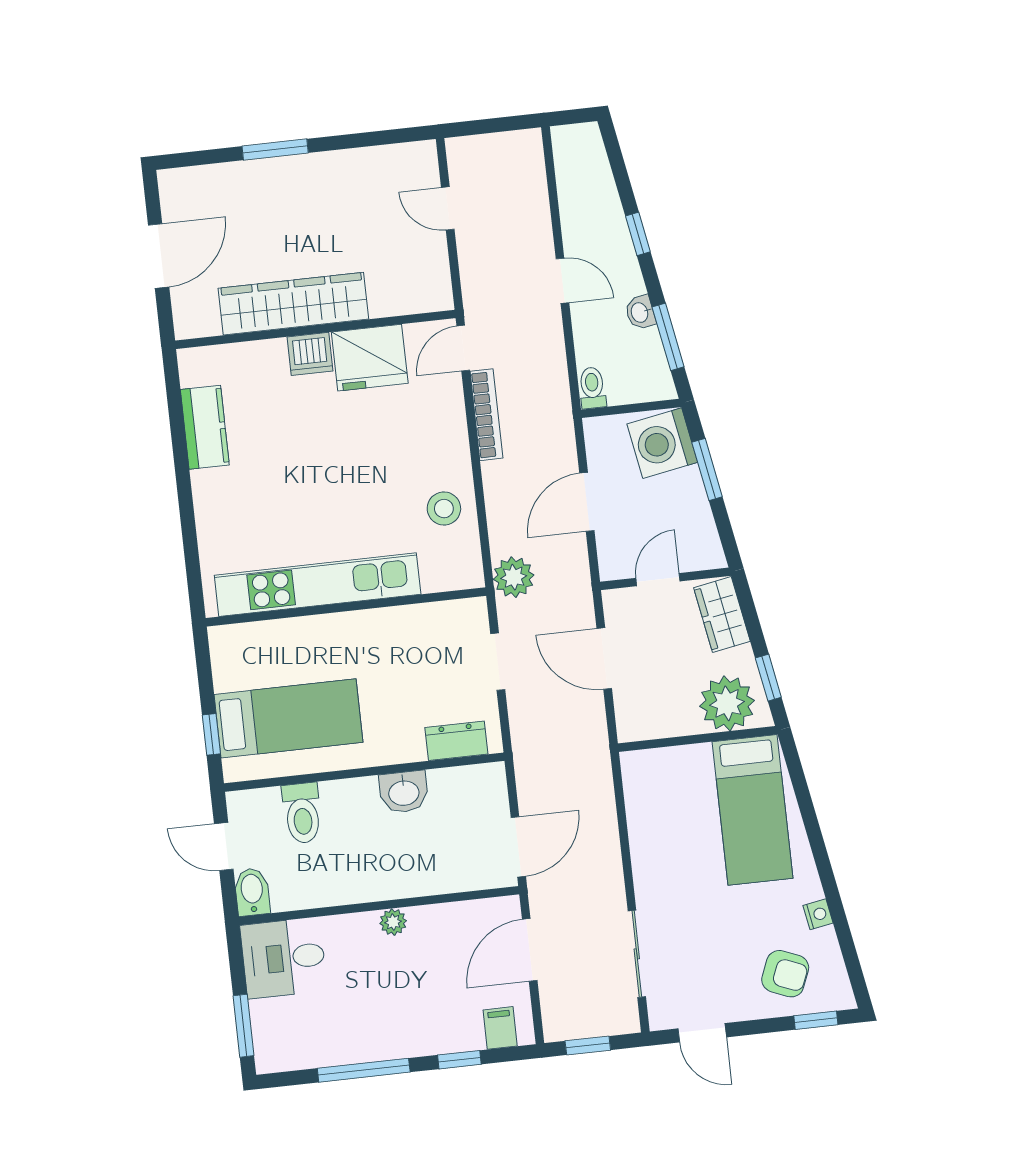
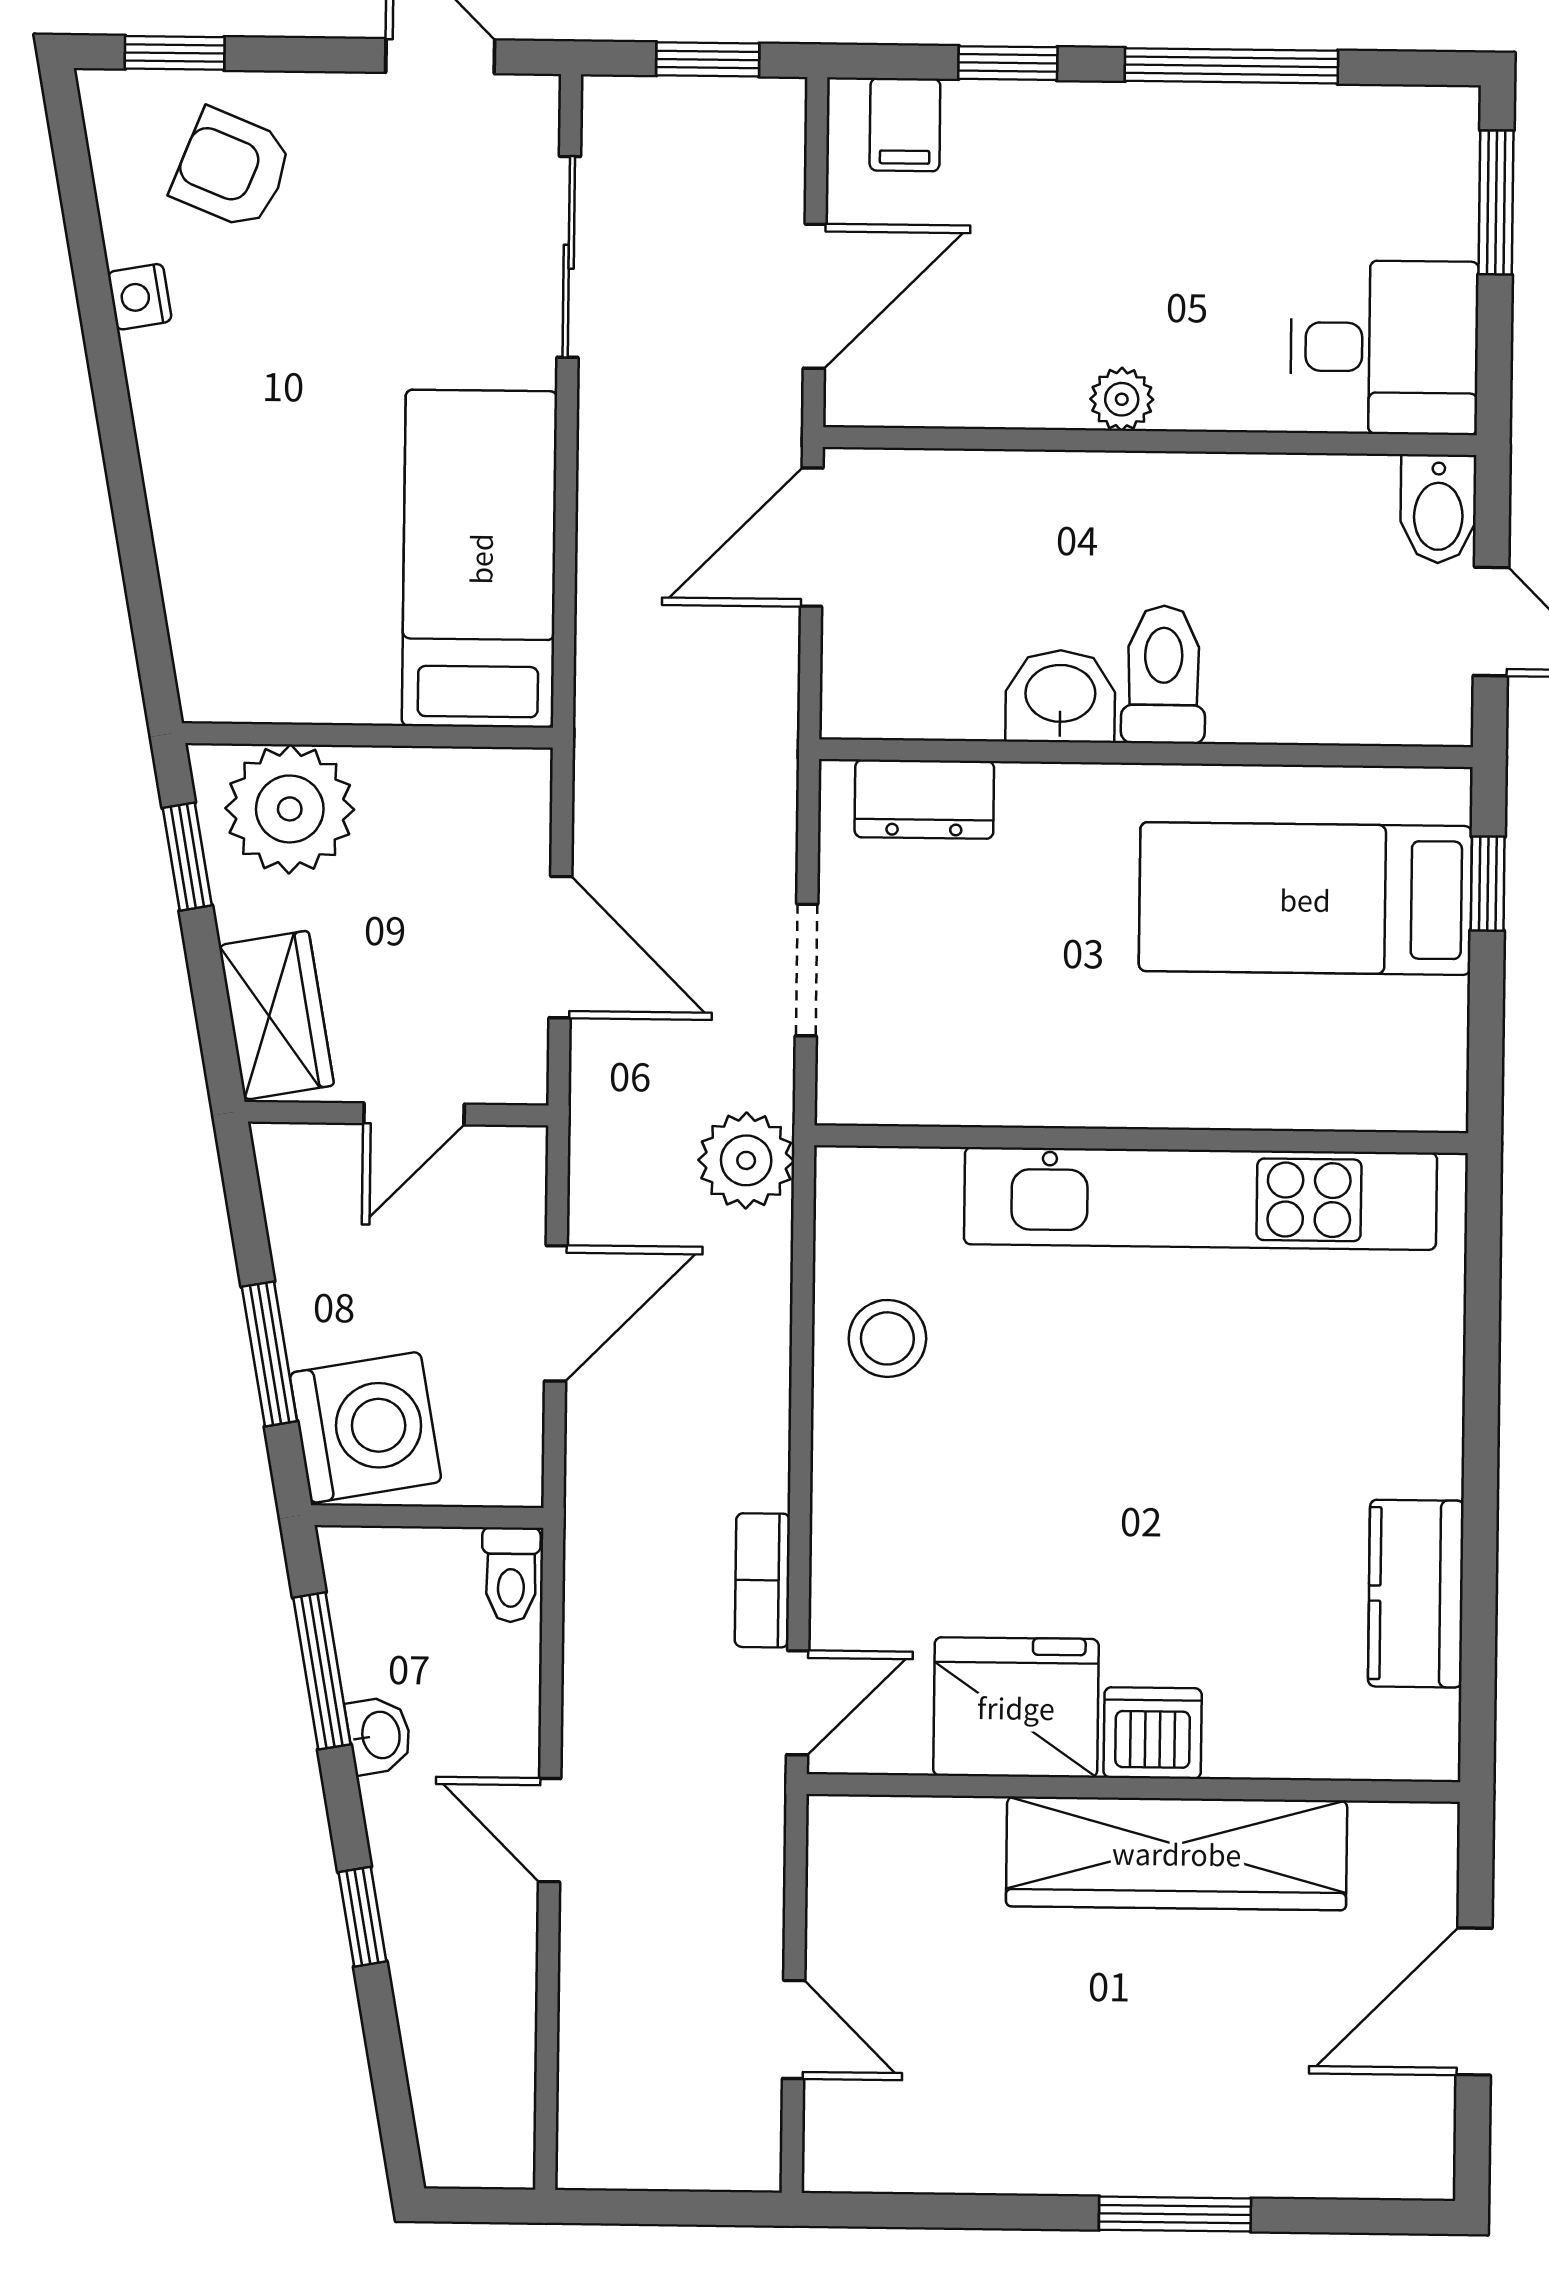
bookcase: (486, 415) -> (762, 1580), width x0.64
bed: (752, 810) -> (480, 559), moved
toilet: (302, 813) -> (1163, 675), moved

